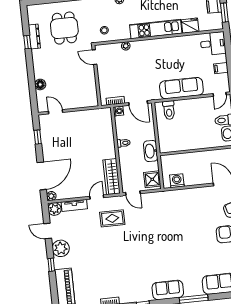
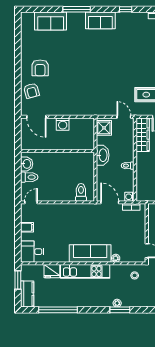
sofa: (181, 88) -> (90, 253), moved, turned 180
washing machine: (177, 181) -> (63, 124), moved

